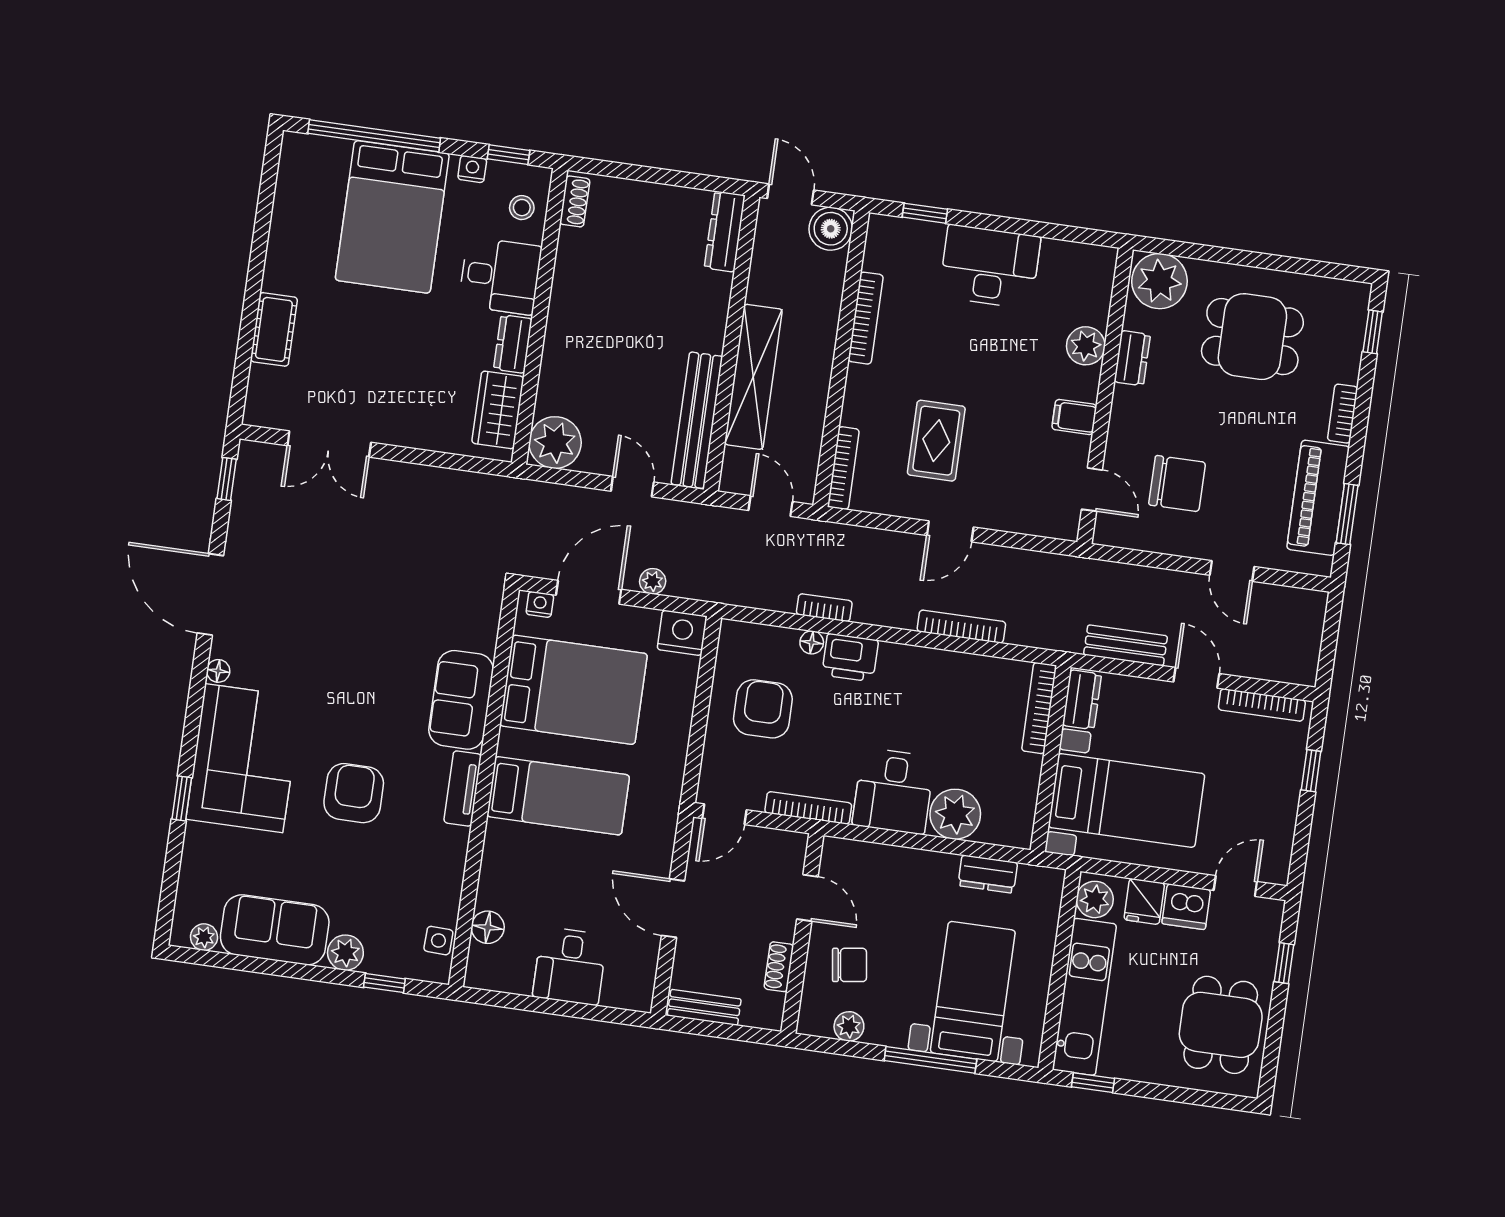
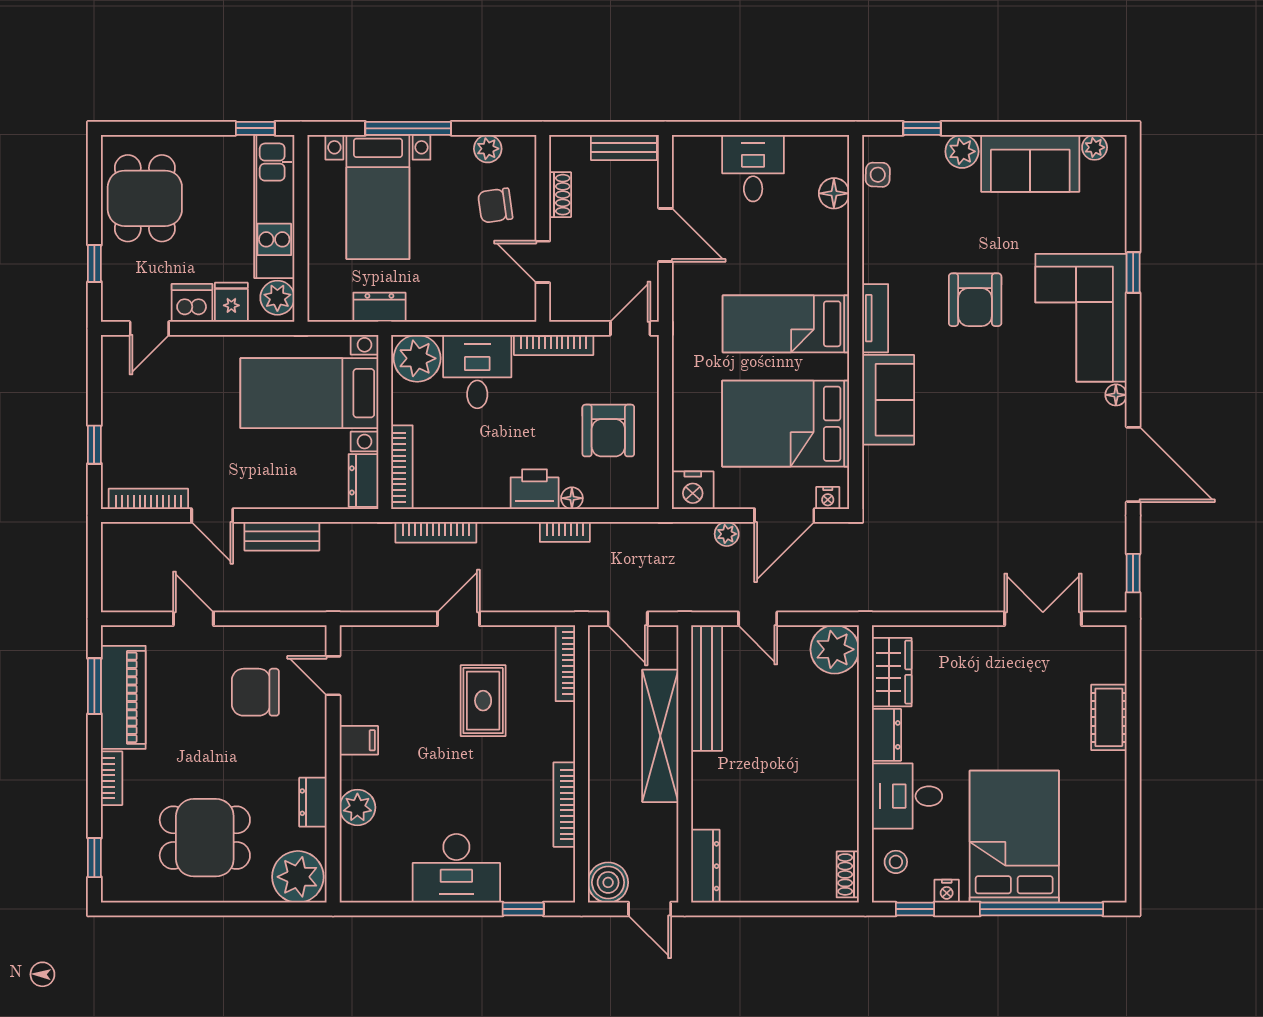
dresser: (1082, 700) -> (363, 480), moved
bookcase: (1039, 708) -> (402, 467), moved
wall: (1051, 759) -> (385, 422), moved
bed with nightstands: (1126, 800) -> (309, 393), moved

